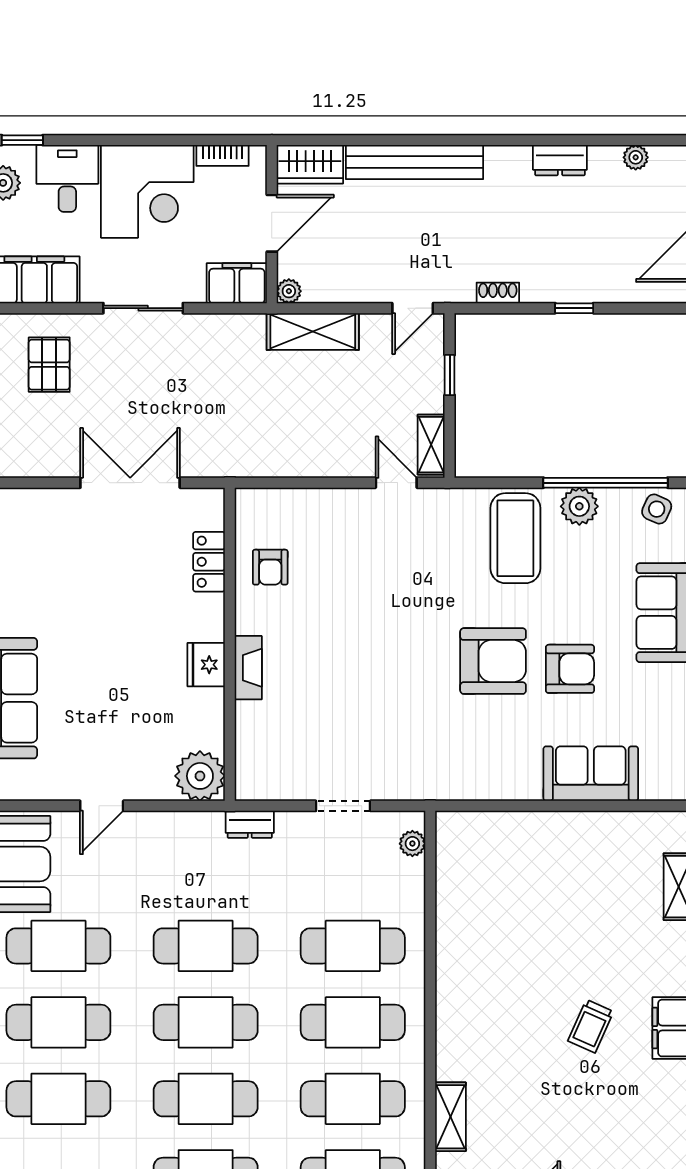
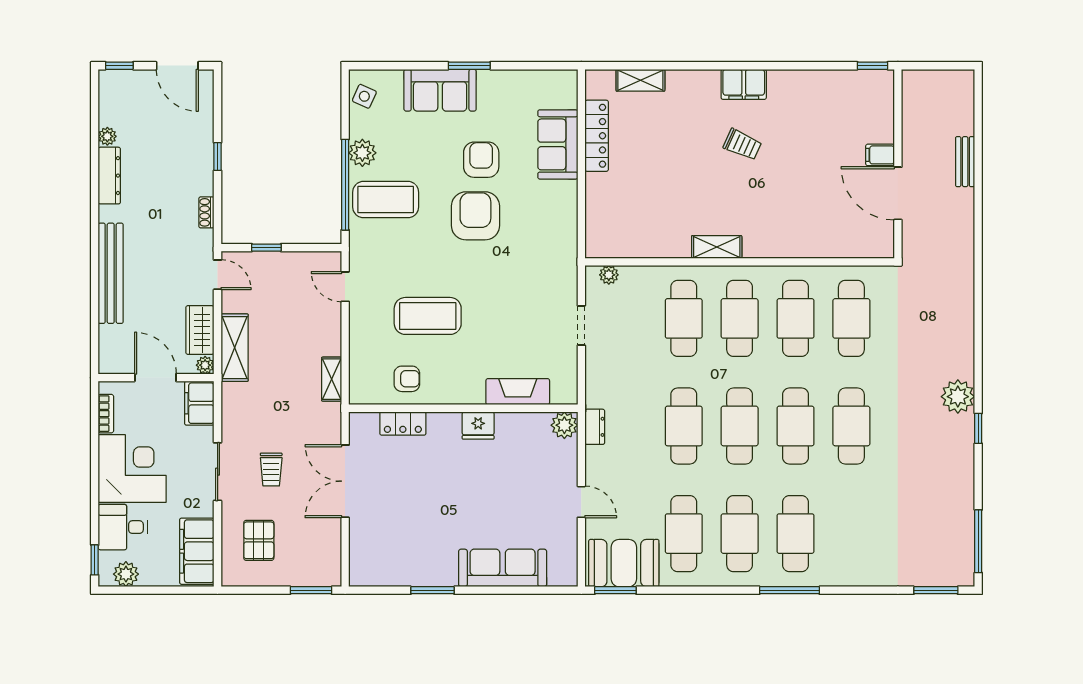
plant: (636, 157) -> (107, 136), moved
dresser: (560, 160) -> (109, 176), width x1.44
wardrobe: (310, 164) -> (200, 330), moved, turned 180
pallet: (49, 365) -> (259, 540), turned 90
trolley: (146, 382) -> (271, 470), added
shelving: (431, 445) -> (332, 379), moved, turned 90
door: (396, 483) -> (345, 287), hinge flipped
window: (605, 483) -> (345, 185), moved
coffee table: (356, 596) -> (428, 316), added
fireplace: (248, 668) -> (518, 392), moved, width x1.37, depth x1.32
plant: (200, 776) -> (564, 425), width x0.73, depth x0.73
dresser: (250, 824) -> (595, 427), moved
locker: (603, 827) -> (597, 136), added
shelving: (450, 1117) -> (717, 247), moved

